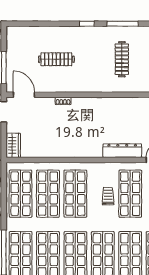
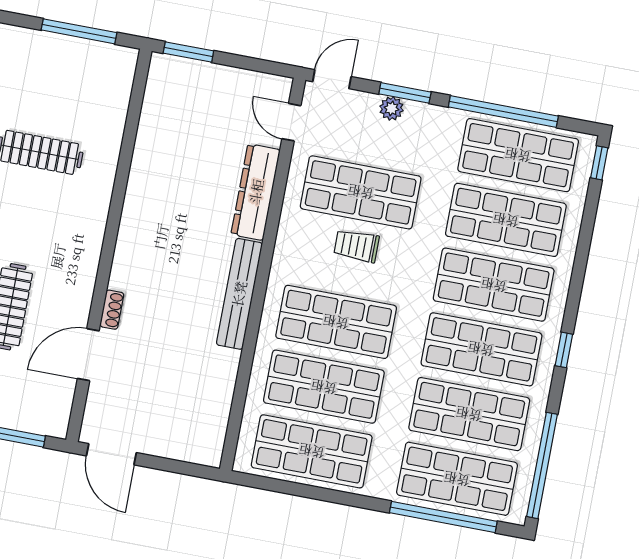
door: (24, 95) -> (88, 355), moved
wardrobe: (13, 145) -> (194, 447), removed
bench: (79, 152) -> (239, 294), added

